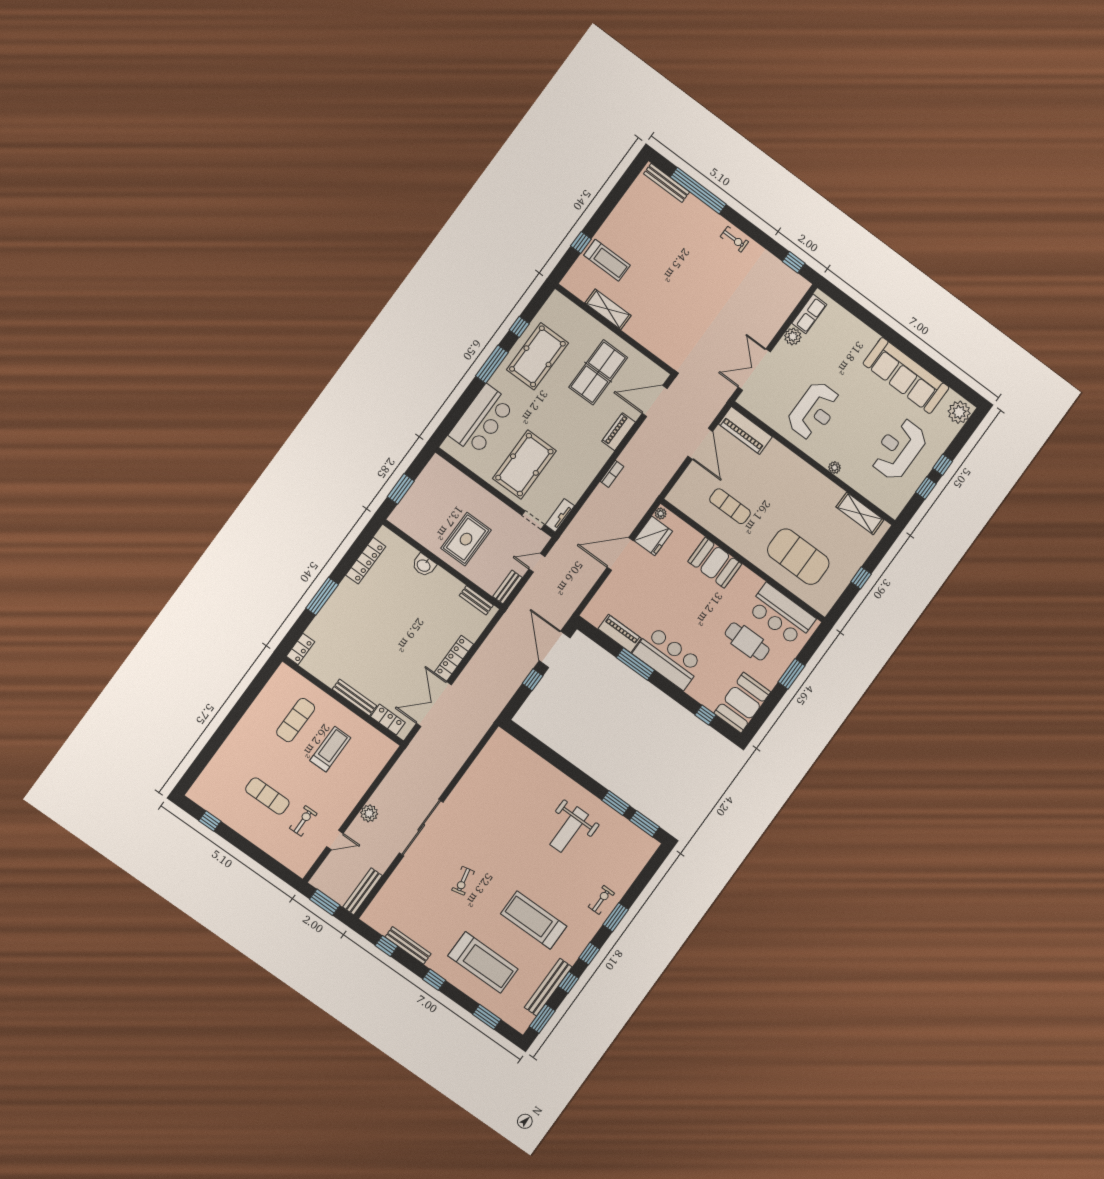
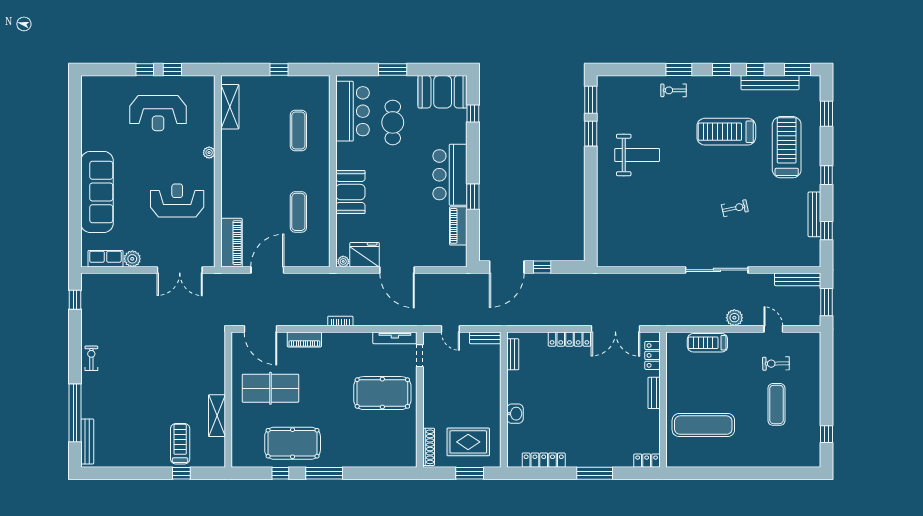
sofa: (906, 376) -> (97, 192), moved
plant: (959, 412) -> (95, 86), removed
bar counter: (482, 420) -> (372, 450), removed
shoe rack: (449, 470) -> (429, 447), added
tv unit: (560, 515) -> (395, 338), width x1.41
rug: (466, 539) -> (468, 442), moved
exercise mat: (798, 557) -> (298, 131), width x0.50, depth x0.69
window: (635, 664) -> (473, 197), width x0.69
bench: (354, 698) -> (654, 393), width x0.73
exercise mat: (296, 720) -> (703, 425), width x1.36, depth x1.45
treadmill: (330, 749) -> (707, 343), moved
treadmill: (534, 920) -> (726, 132), turned 90

